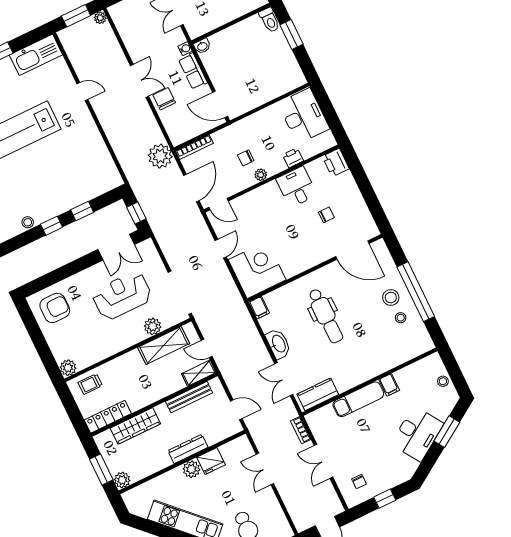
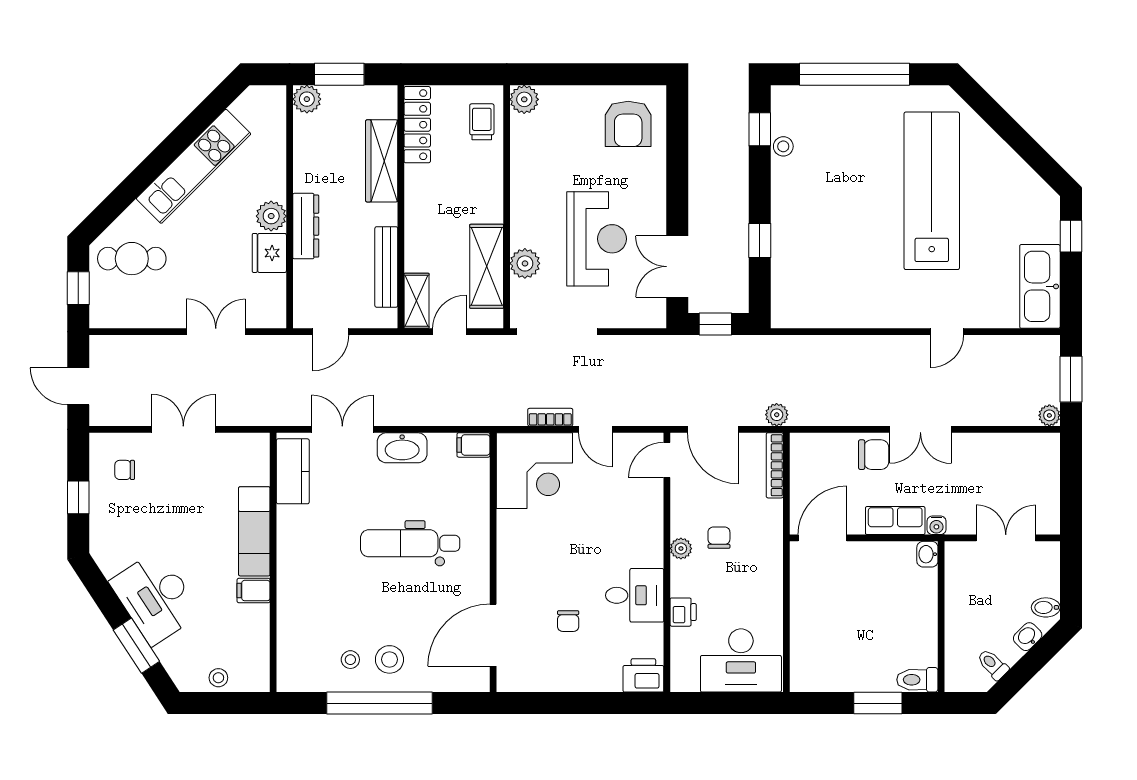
plant: (160, 156) -> (777, 415), width x0.53, depth x0.53
window: (52, 226) -> (760, 129), moved
bookcase: (301, 430) -> (550, 417), moved

